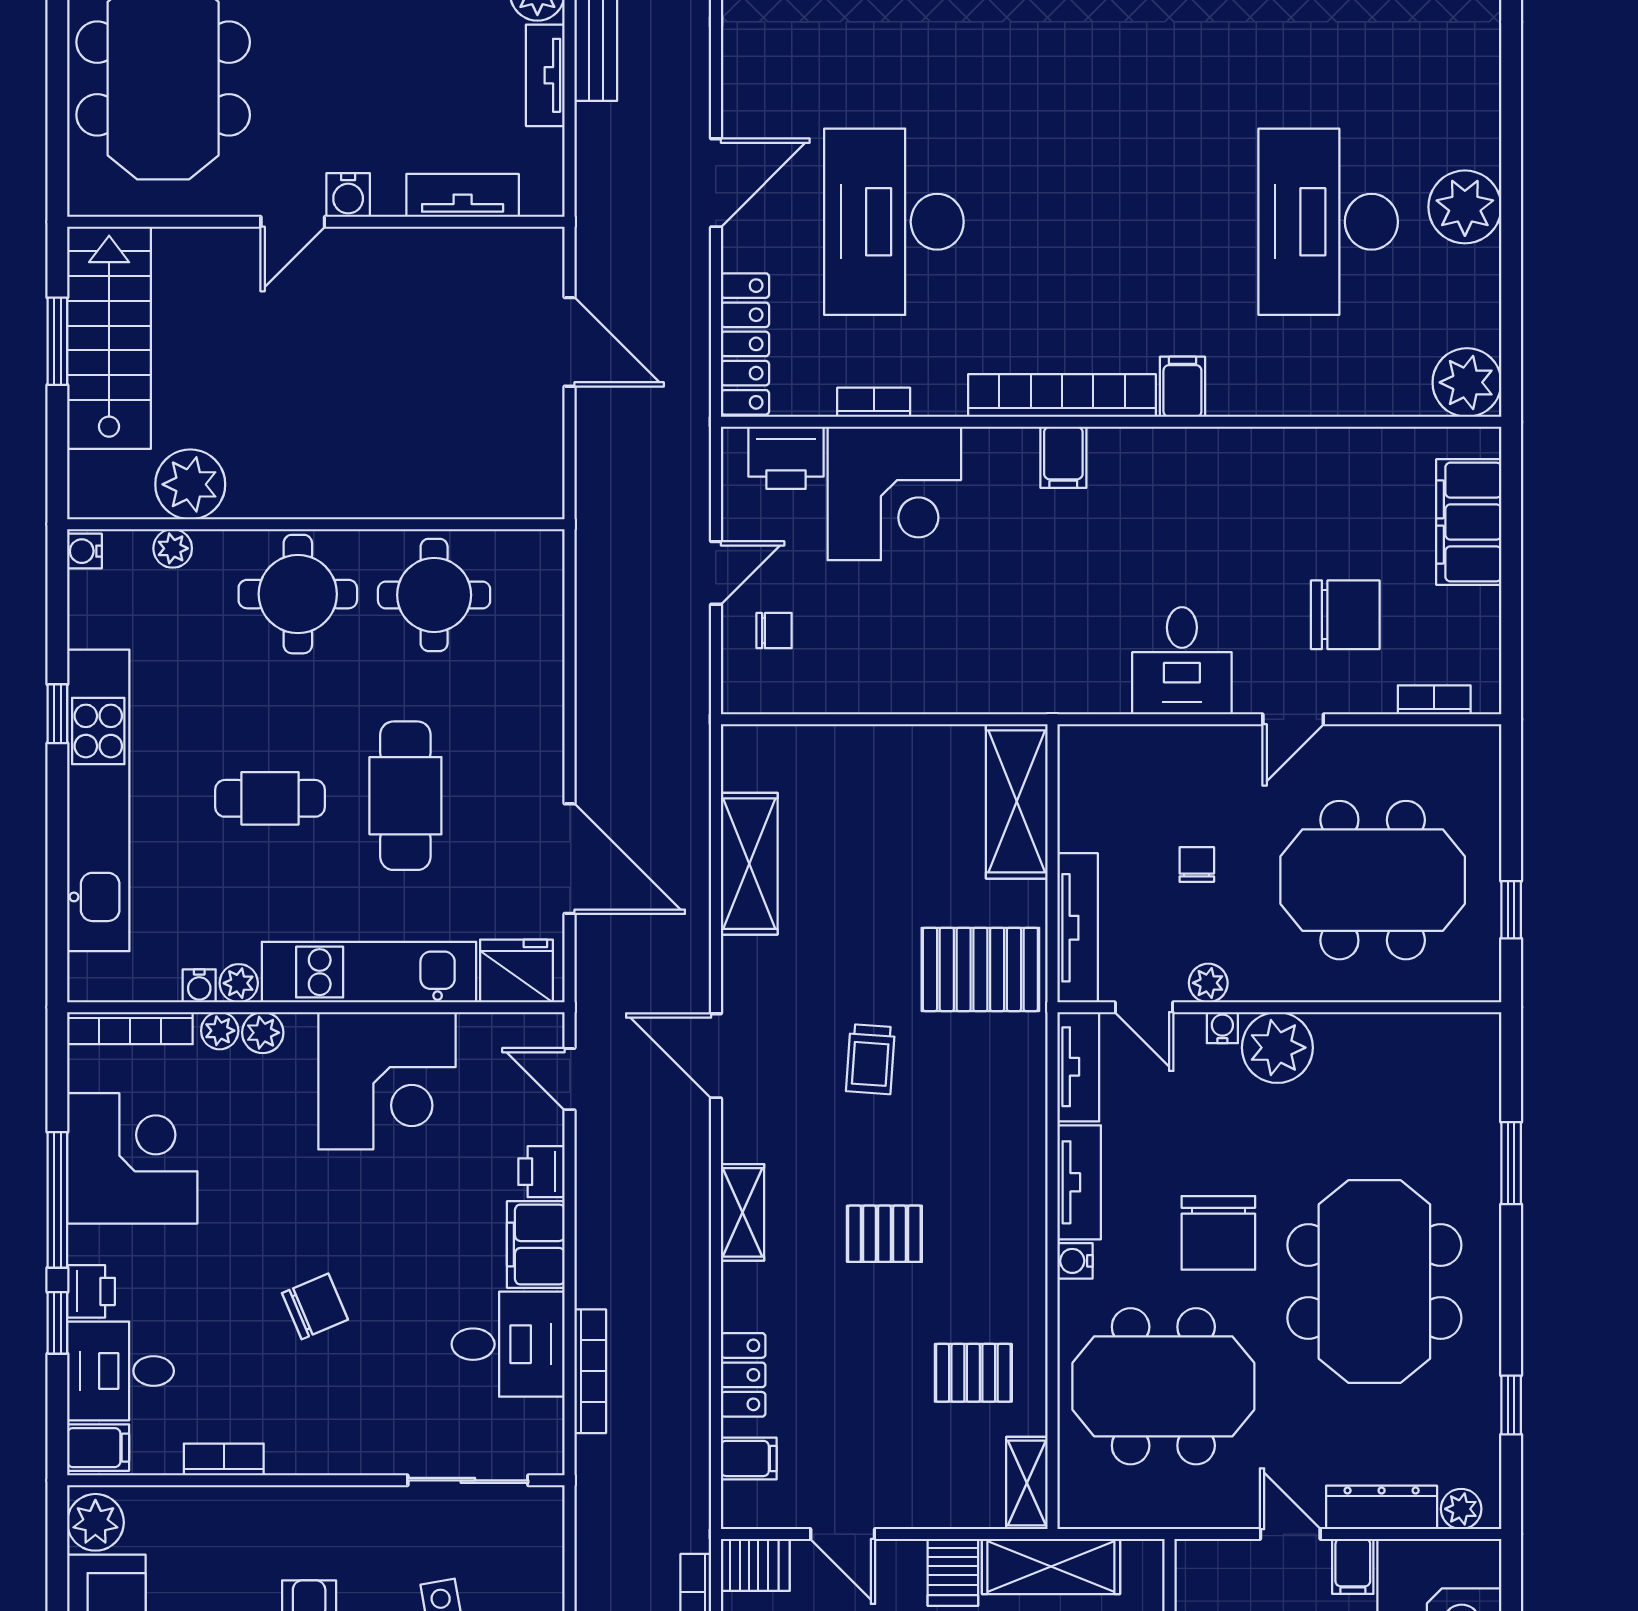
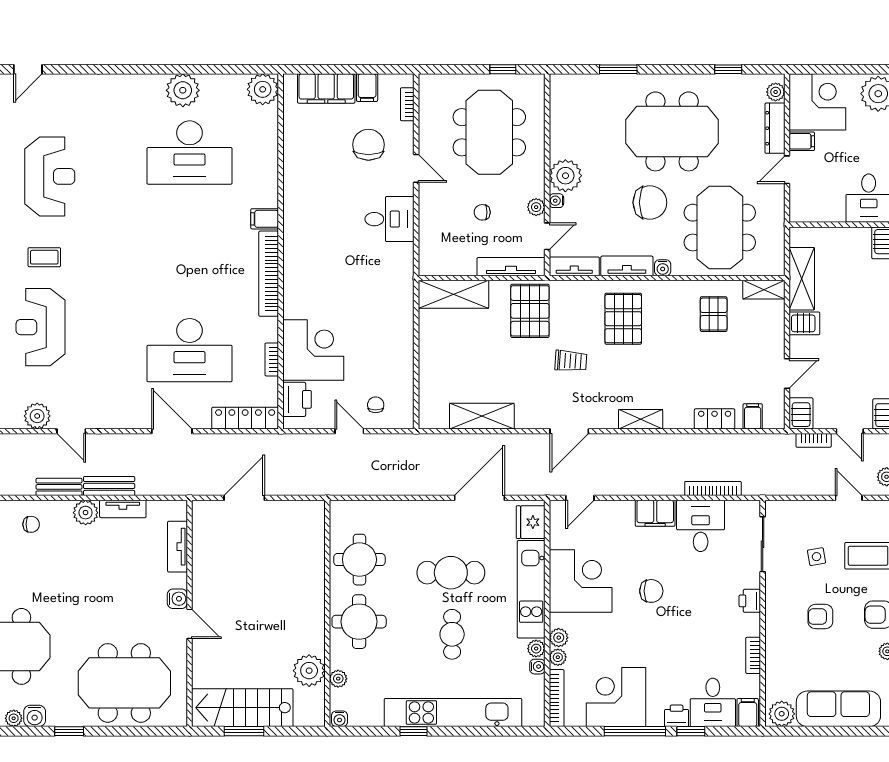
filing cabinet: (1063, 457) -> (367, 88), moved, turned 90
printer: (541, 1172) -> (750, 601), moved, turned 90
pallet: (884, 1234) -> (623, 319), moved, width x1.50, depth x1.42
chair: (315, 1306) -> (651, 591), moved, turned 113

